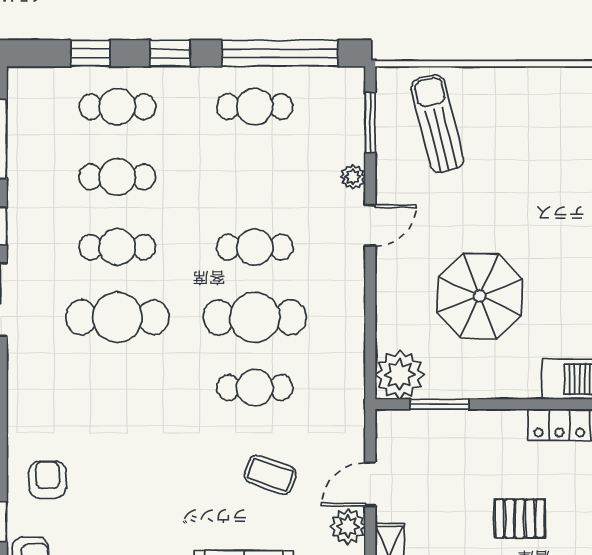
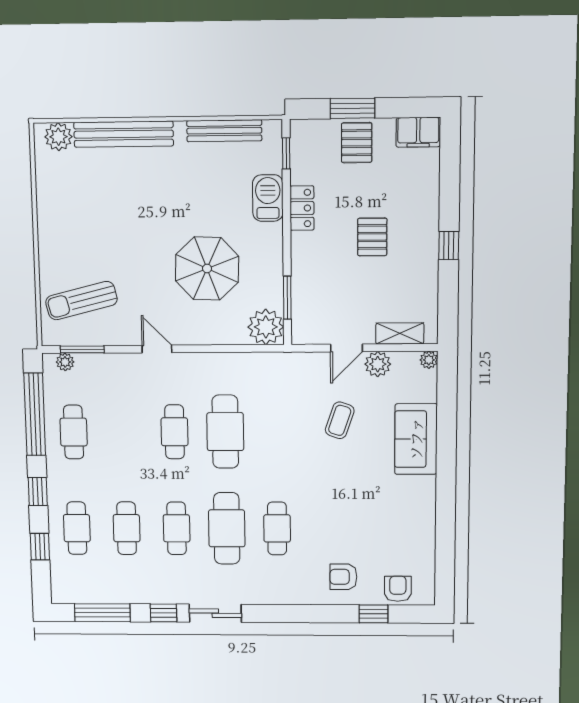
plant: (353, 177) -> (65, 362), moved
cafe table: (255, 388) -> (277, 528), moved
door: (370, 484) -> (347, 348), hinge flipped

